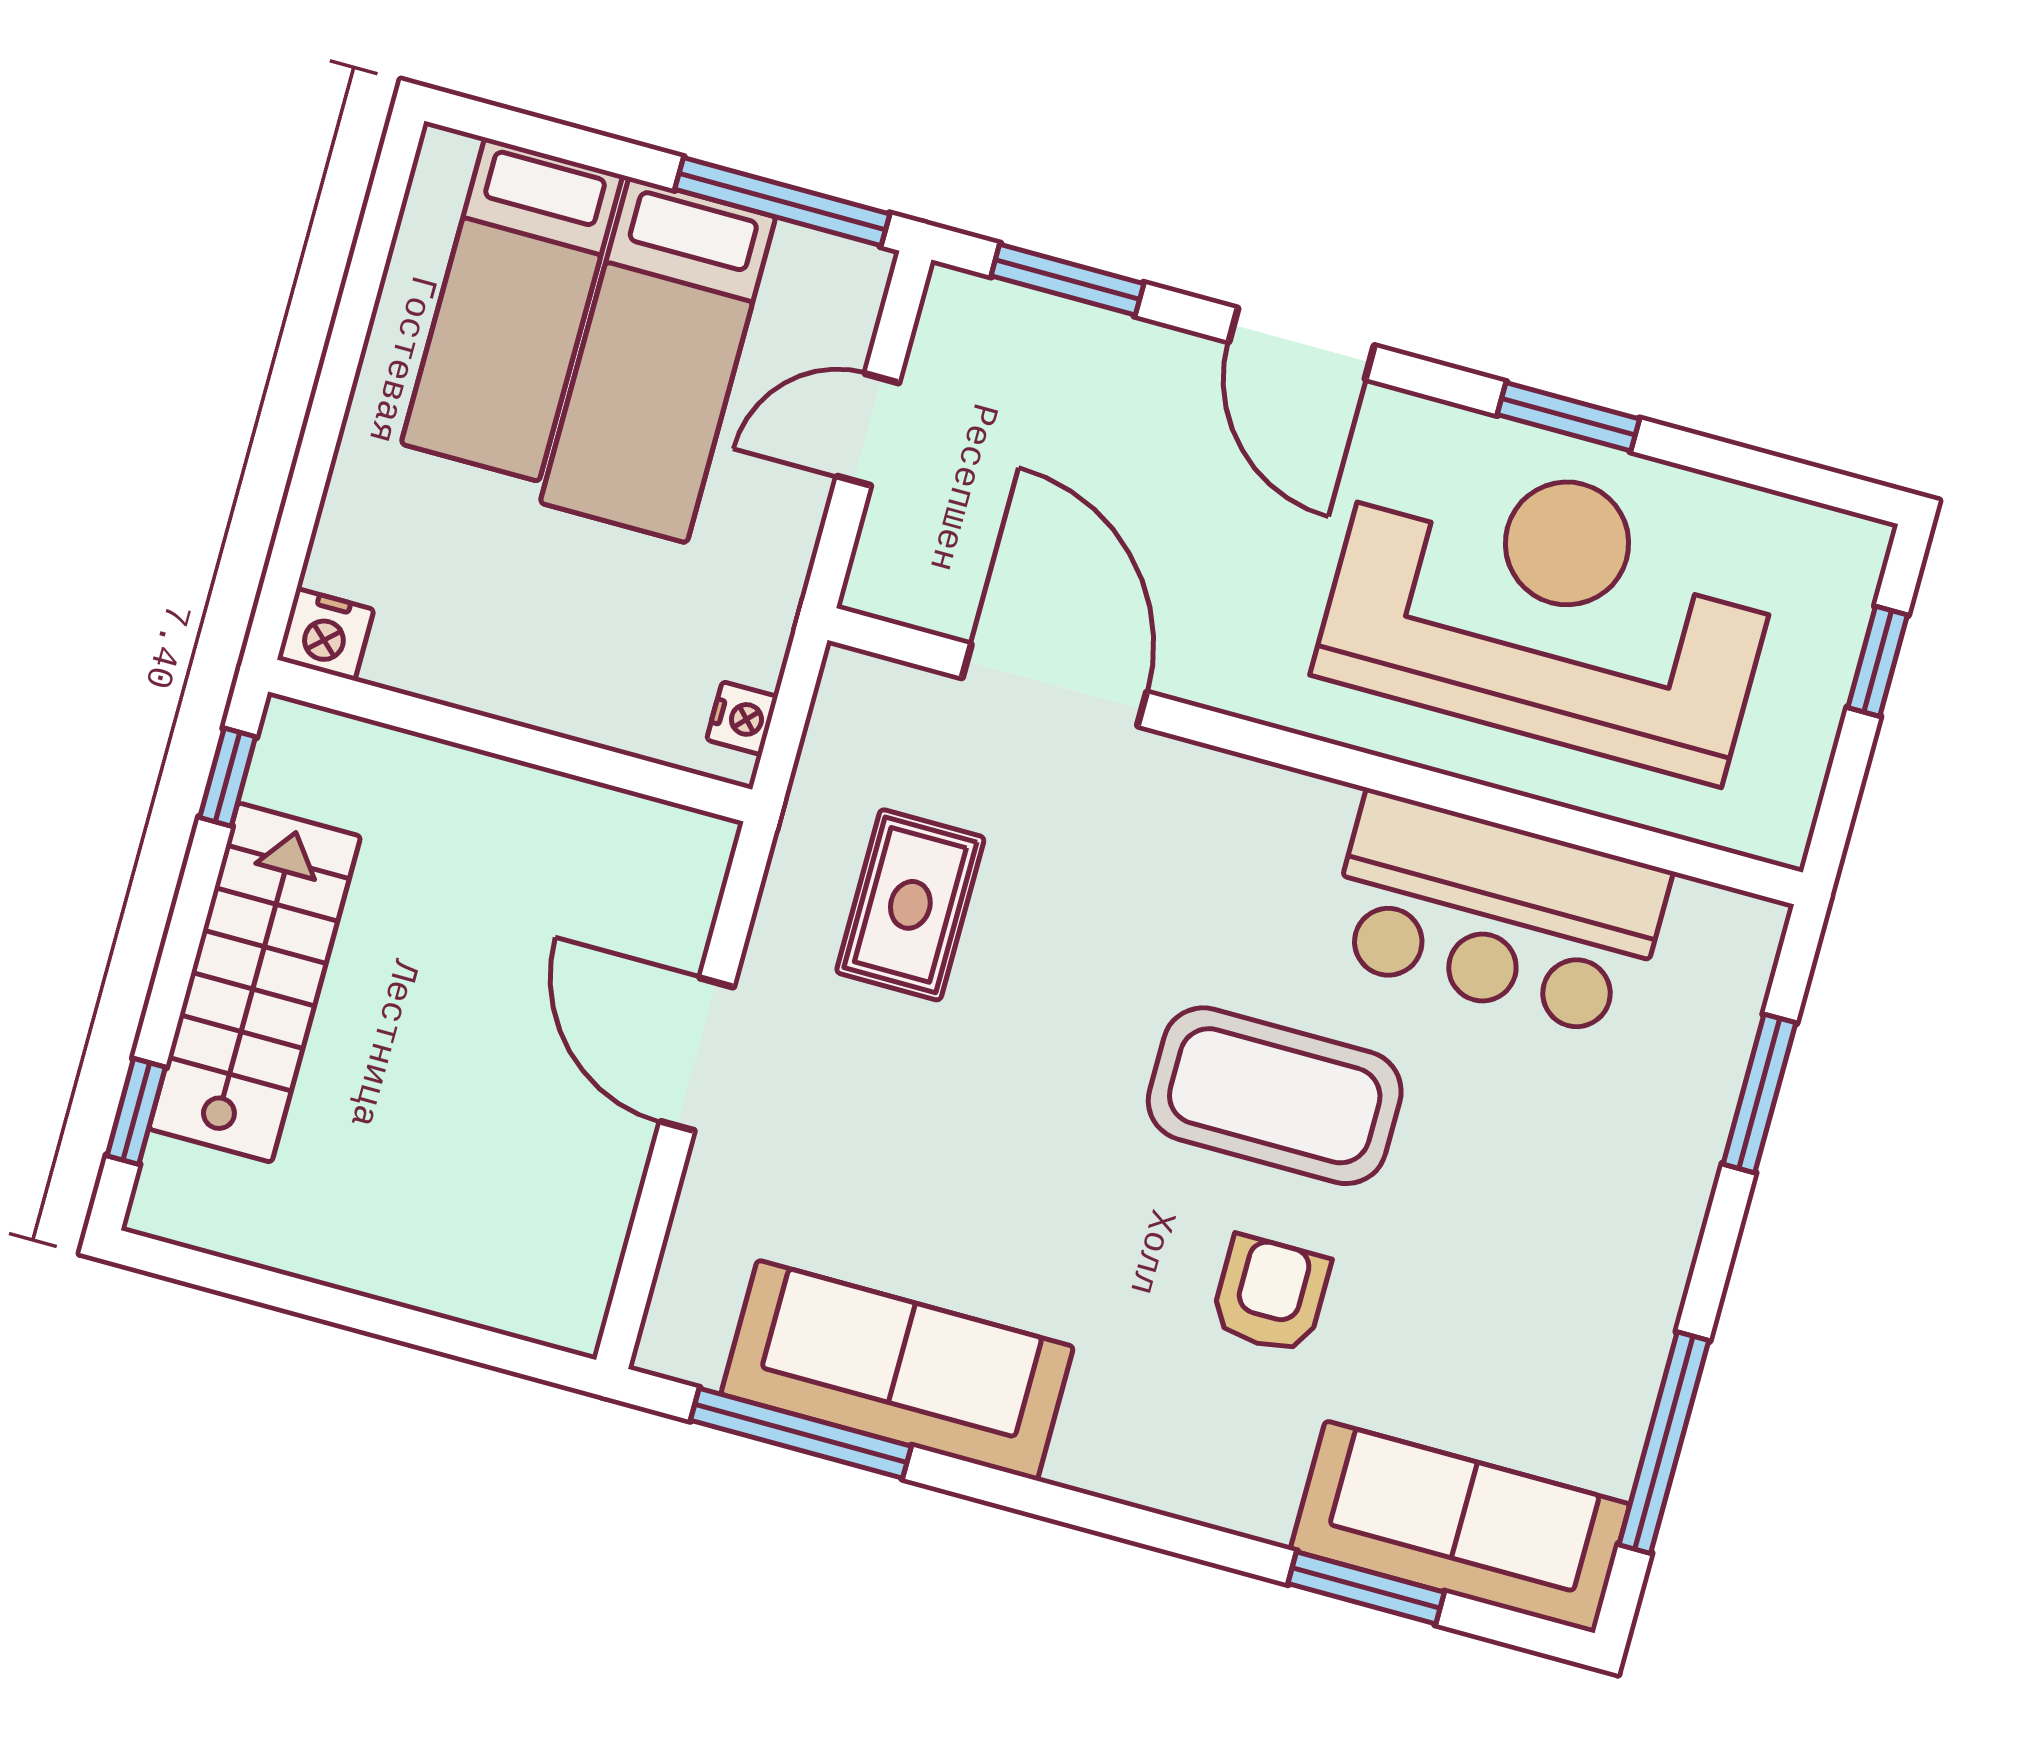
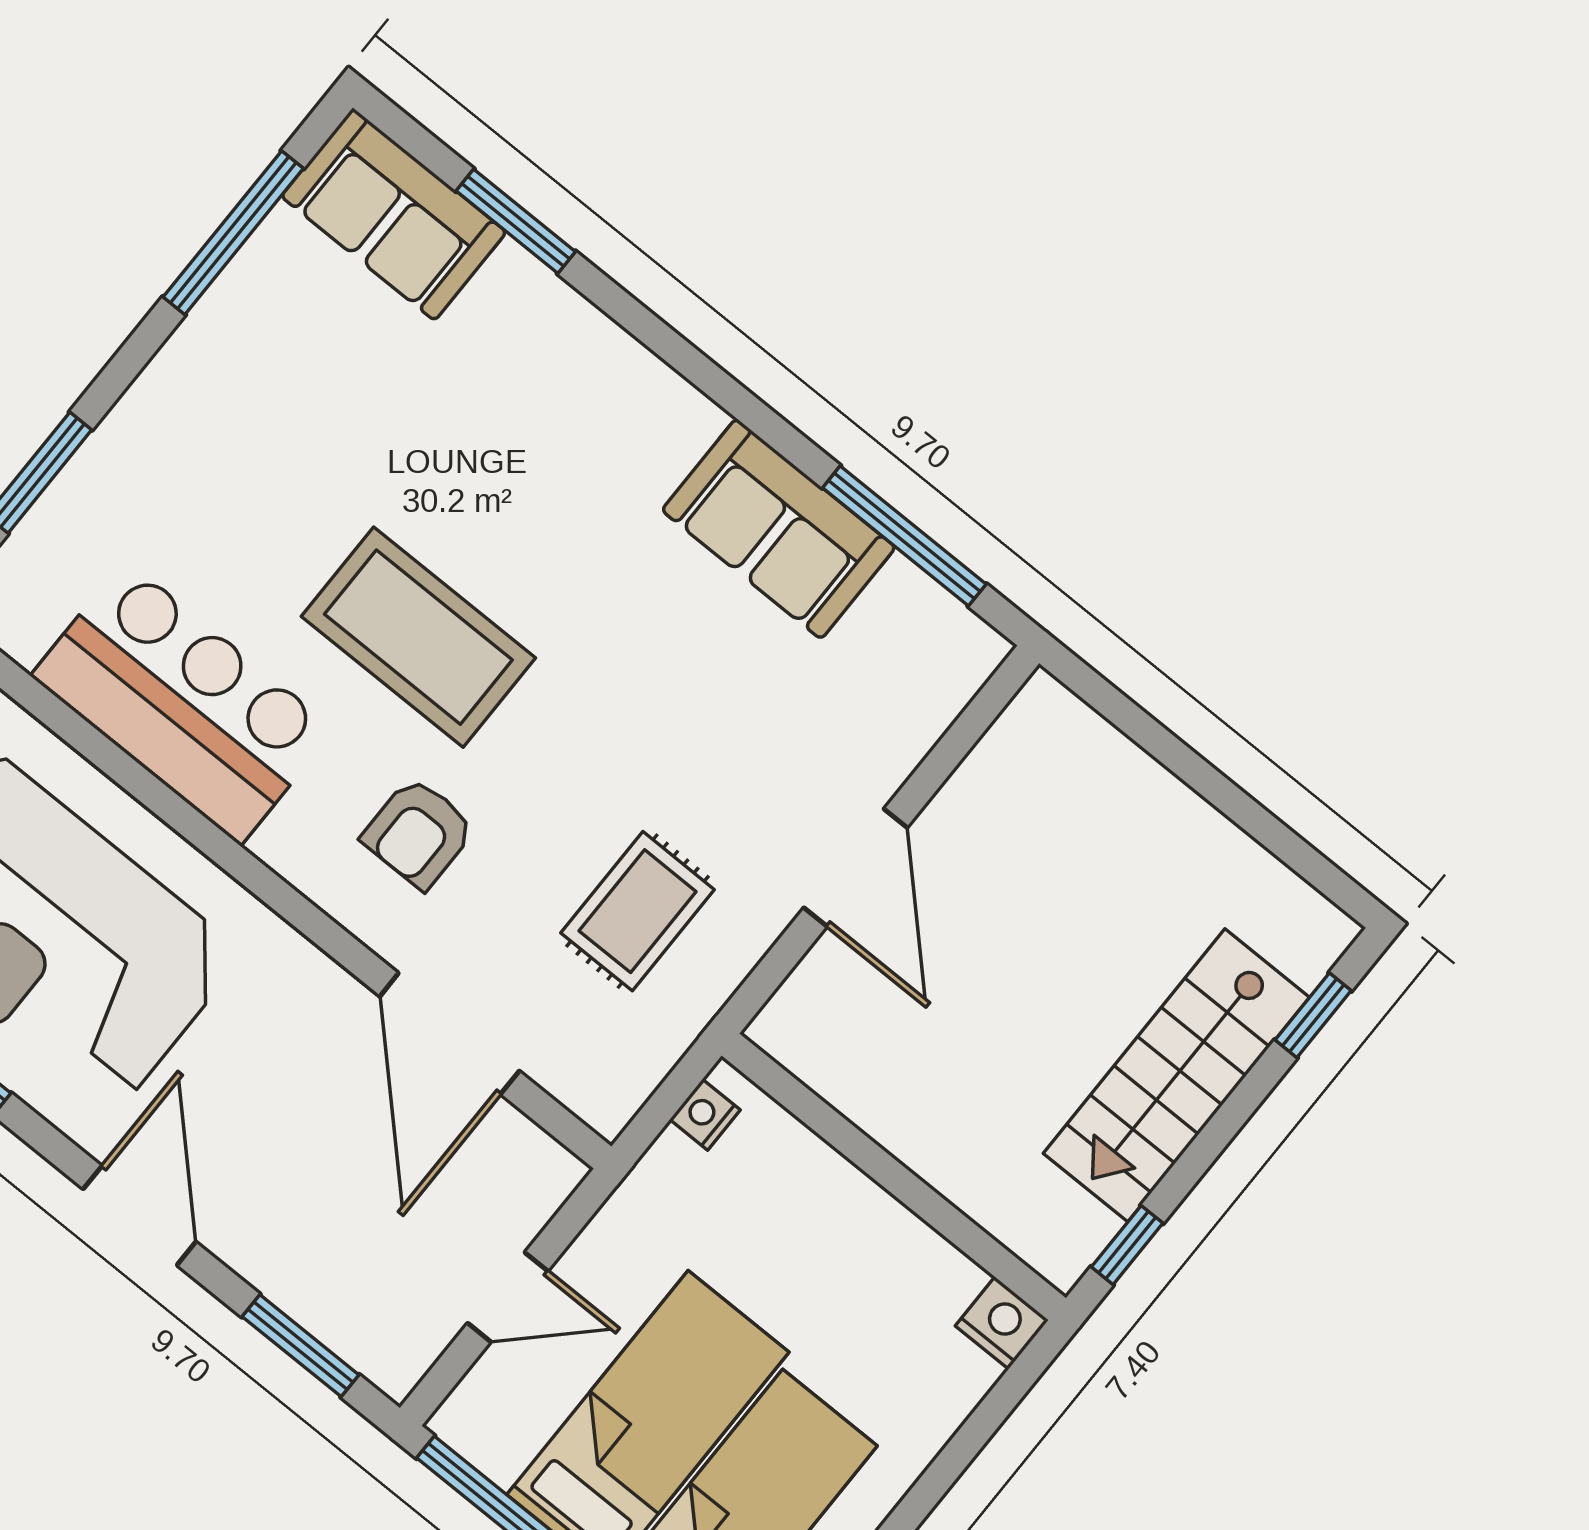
armchair: (1270, 1295) -> (419, 833), moved
sofa: (897, 1370) -> (779, 529), width x0.73
sofa: (1460, 1527) -> (394, 214), width x0.73

